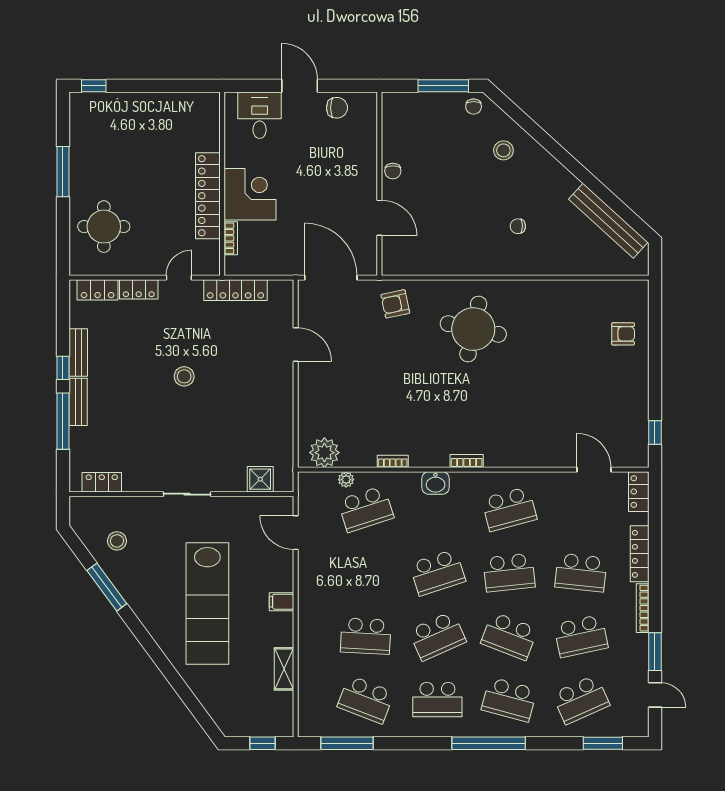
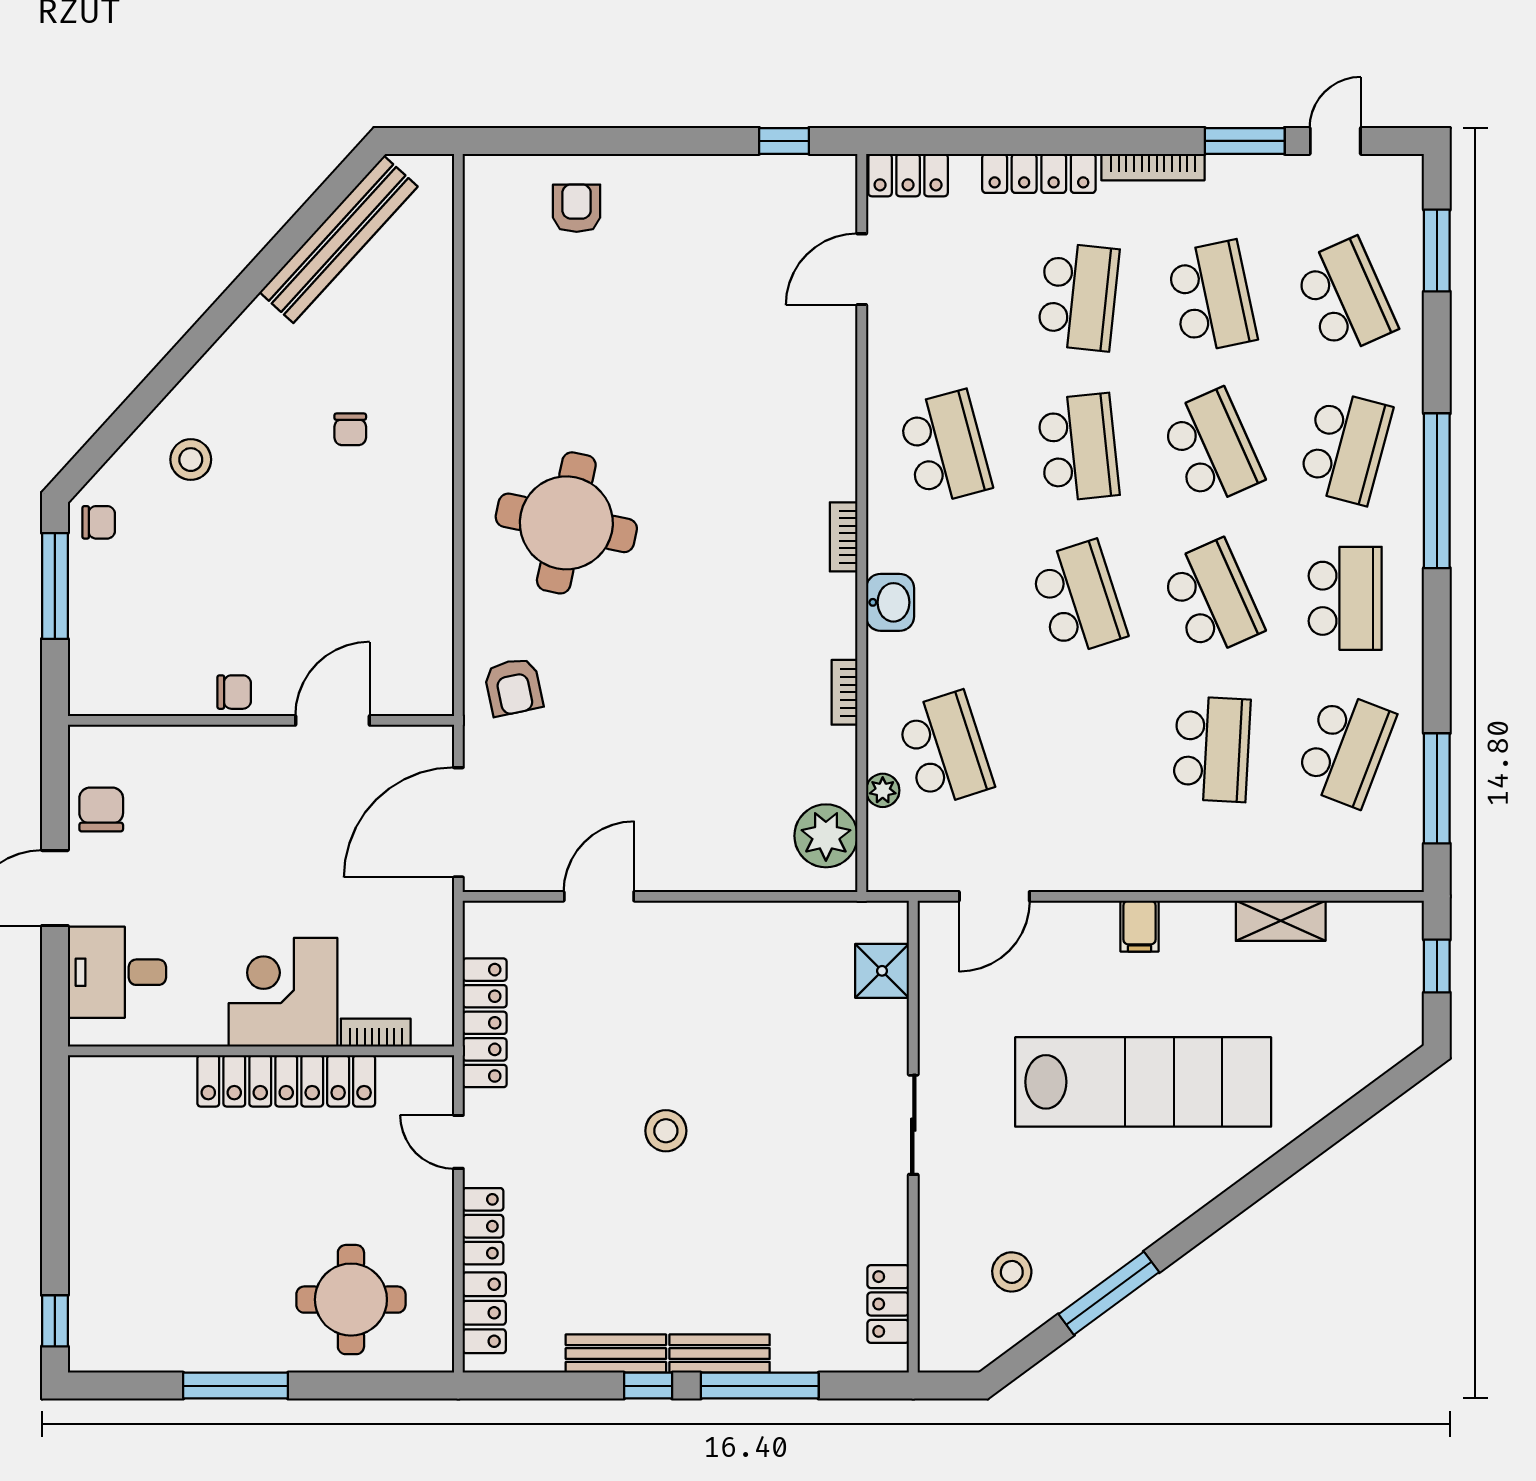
school desk: (509, 636) -> (1212, 448), turned -45

